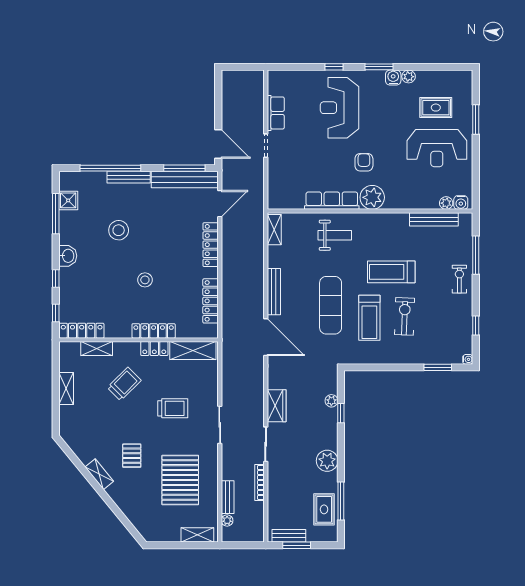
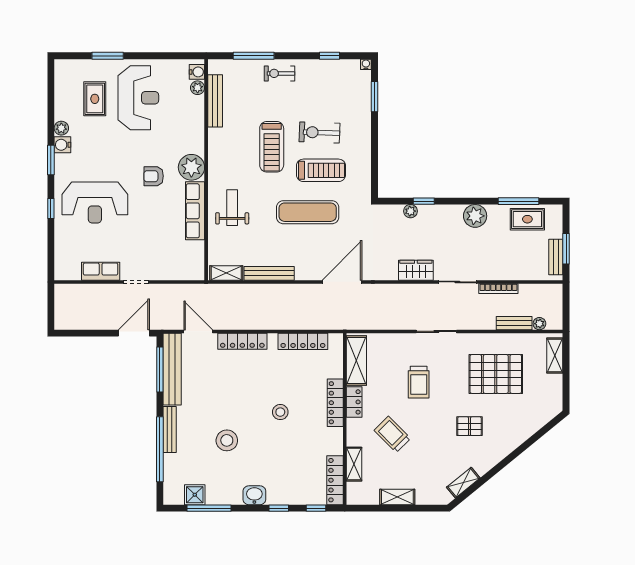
bench: (274, 292) -> (269, 273), moved
trolley: (173, 408) -> (419, 382), turned 180
shelving: (99, 474) -> (463, 483), moved

